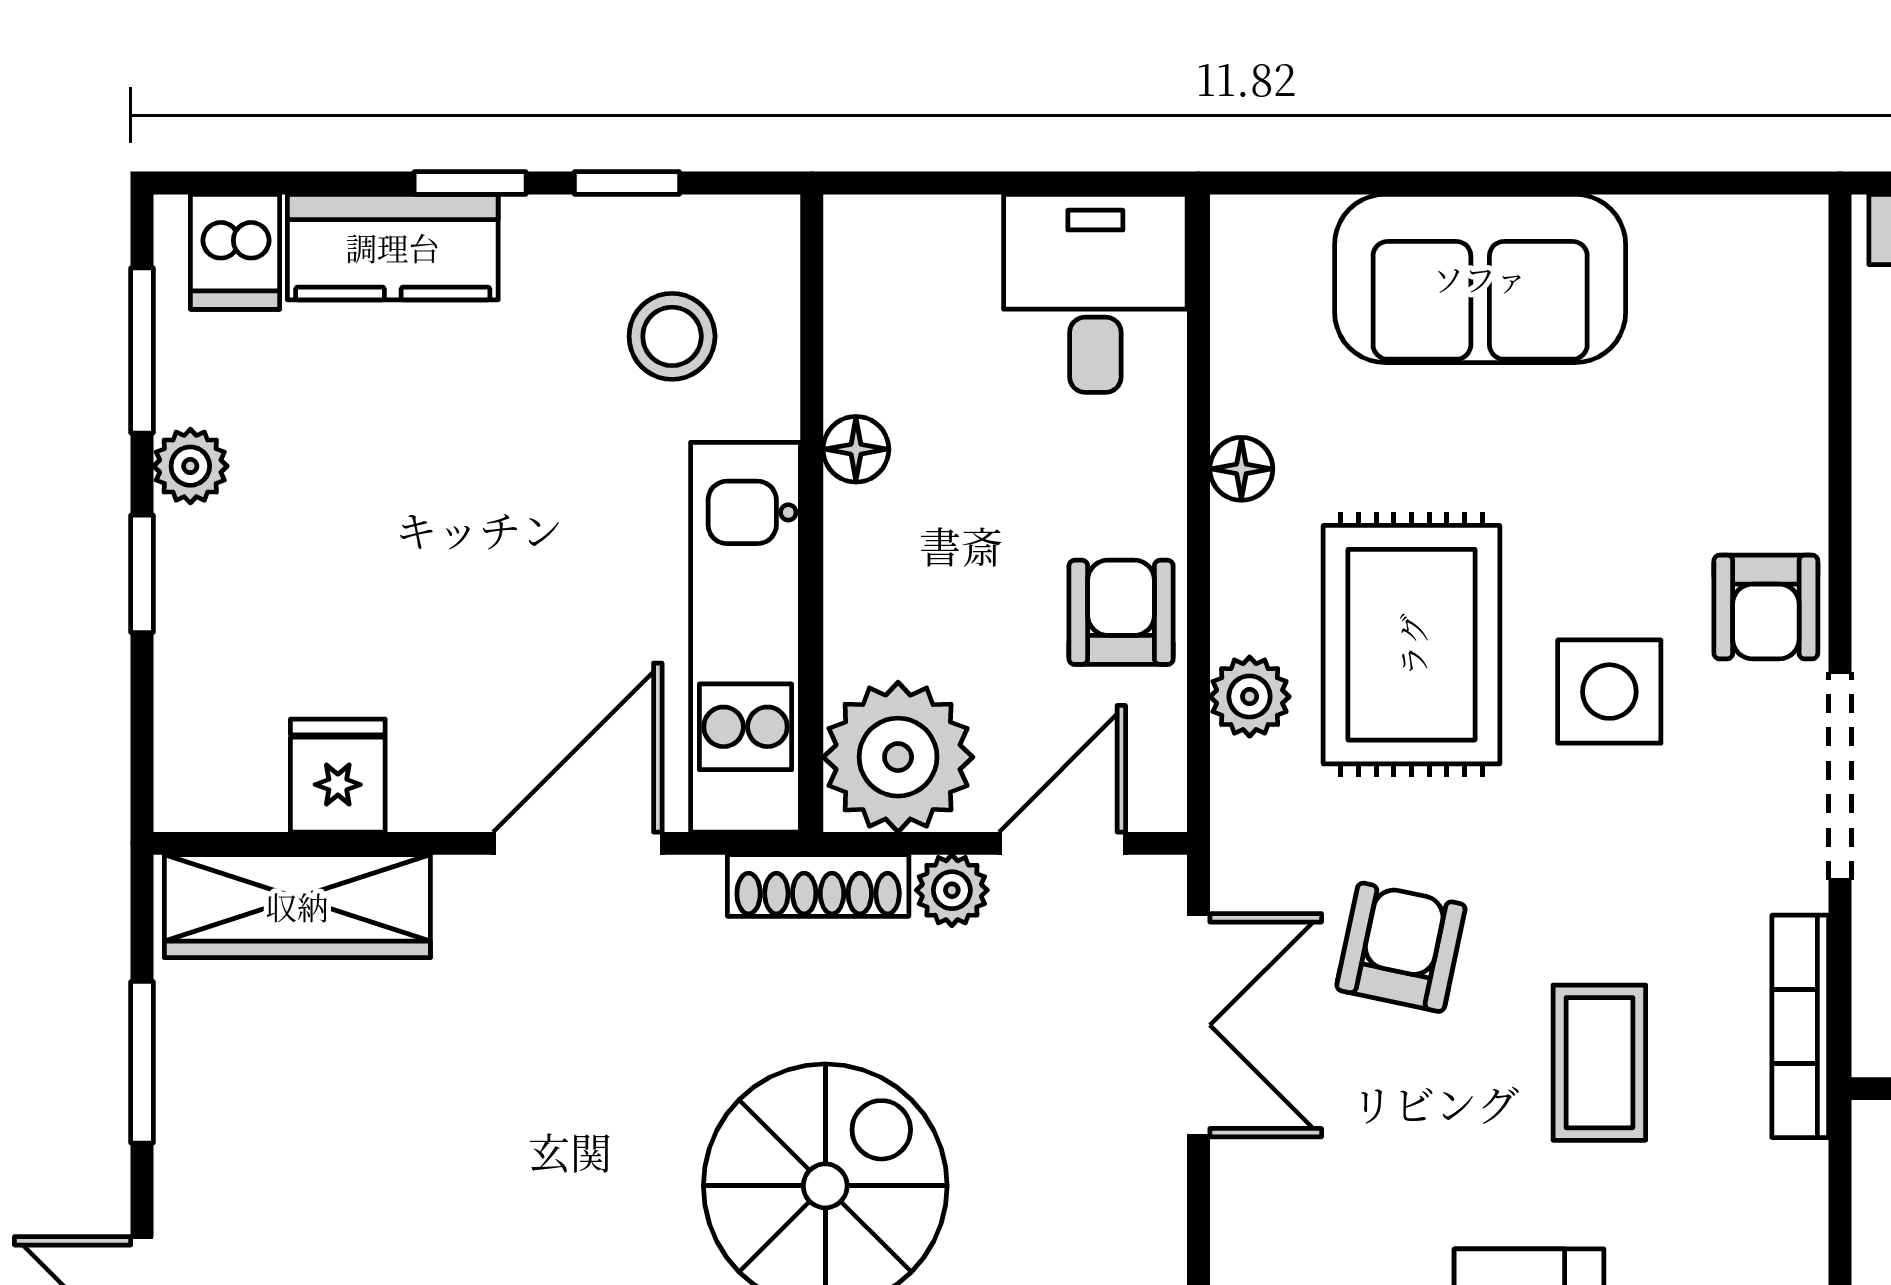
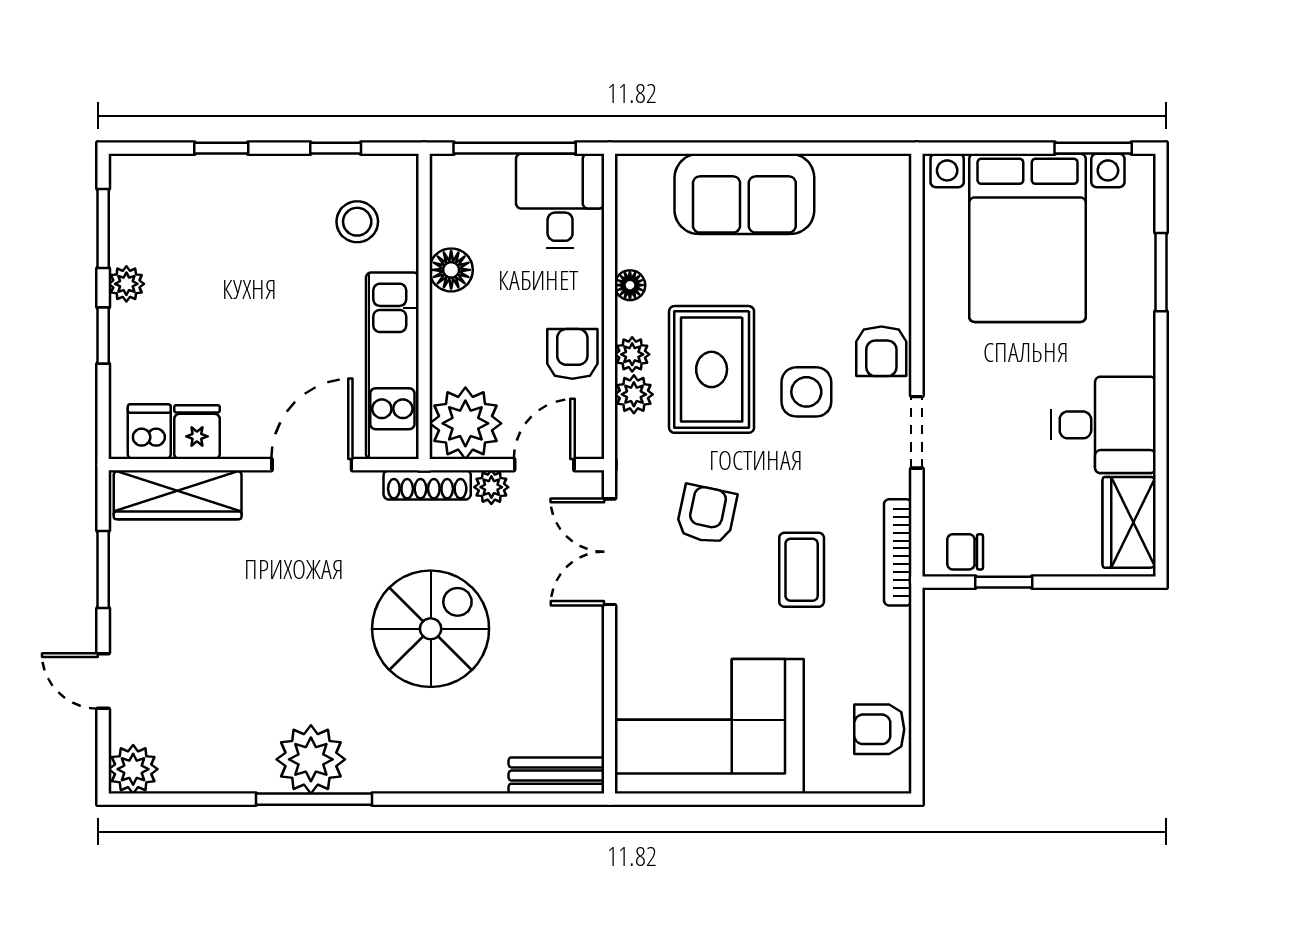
window: (470, 183) -> (221, 148), moved
window: (1001, 183) -> (515, 148), added
kitchen counter: (393, 247) -> (223, 179), removed
dishwasher: (235, 252) -> (149, 432), moved, turned 180
floor lamp: (856, 449) -> (451, 270), width x1.37, depth x1.37
plant: (1246, 613) -> (632, 354), added
doorway: (1840, 776) -> (917, 432), width x0.73
double door: (1199, 1025) -> (609, 552), swing flipped

